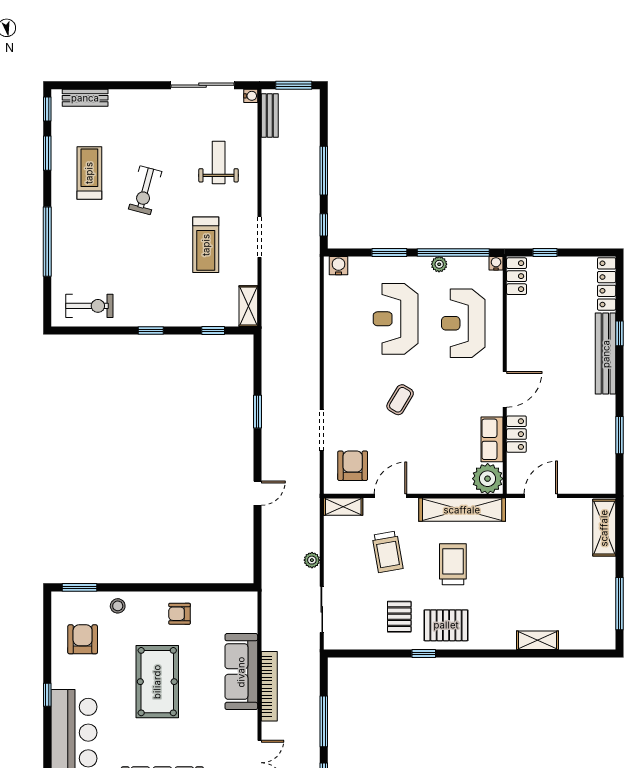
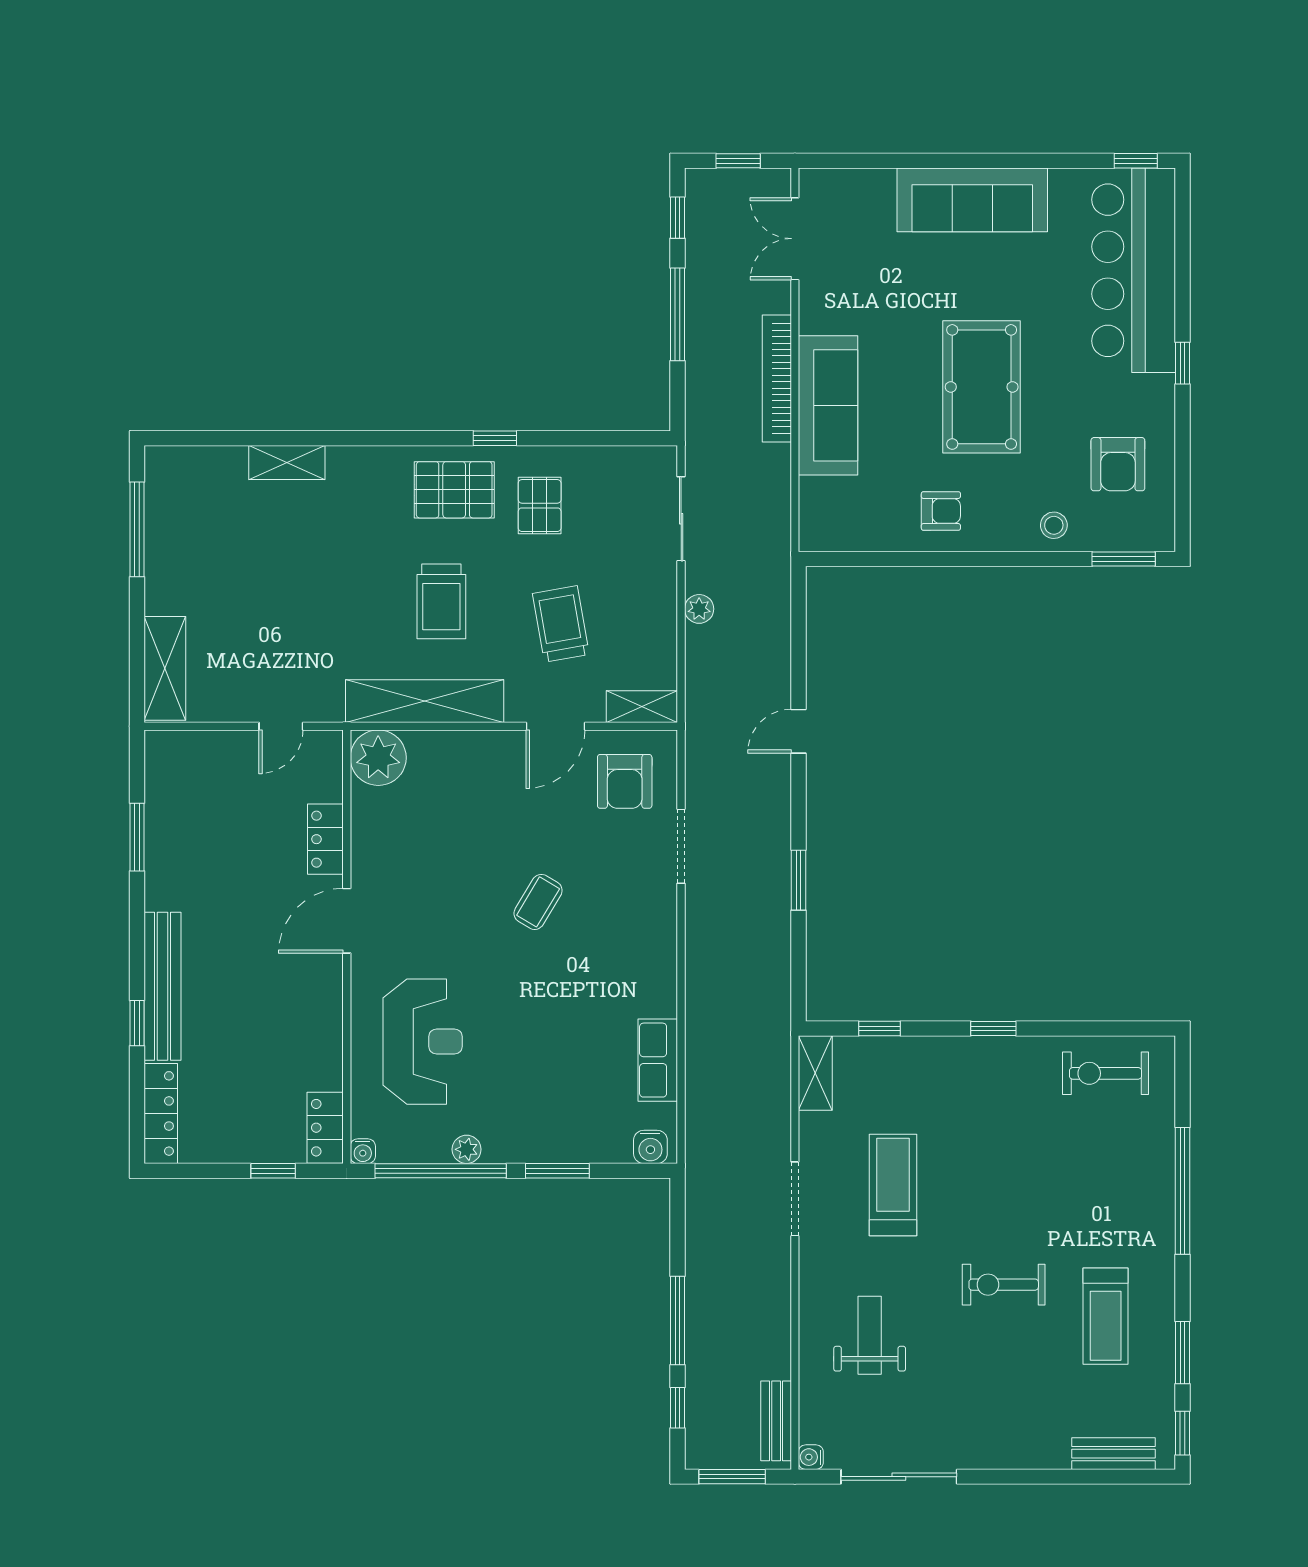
weight bench: (219, 163) -> (870, 1335), turned 180
exercise bike: (145, 190) -> (1004, 1285), turned -105
window: (324, 225) -> (677, 1408), moved
reception desk: (396, 319) -> (546, 1050), removed
row of seats: (492, 439) -> (658, 1060), moved, turned 180
door: (541, 496) -> (281, 726), width x0.73

